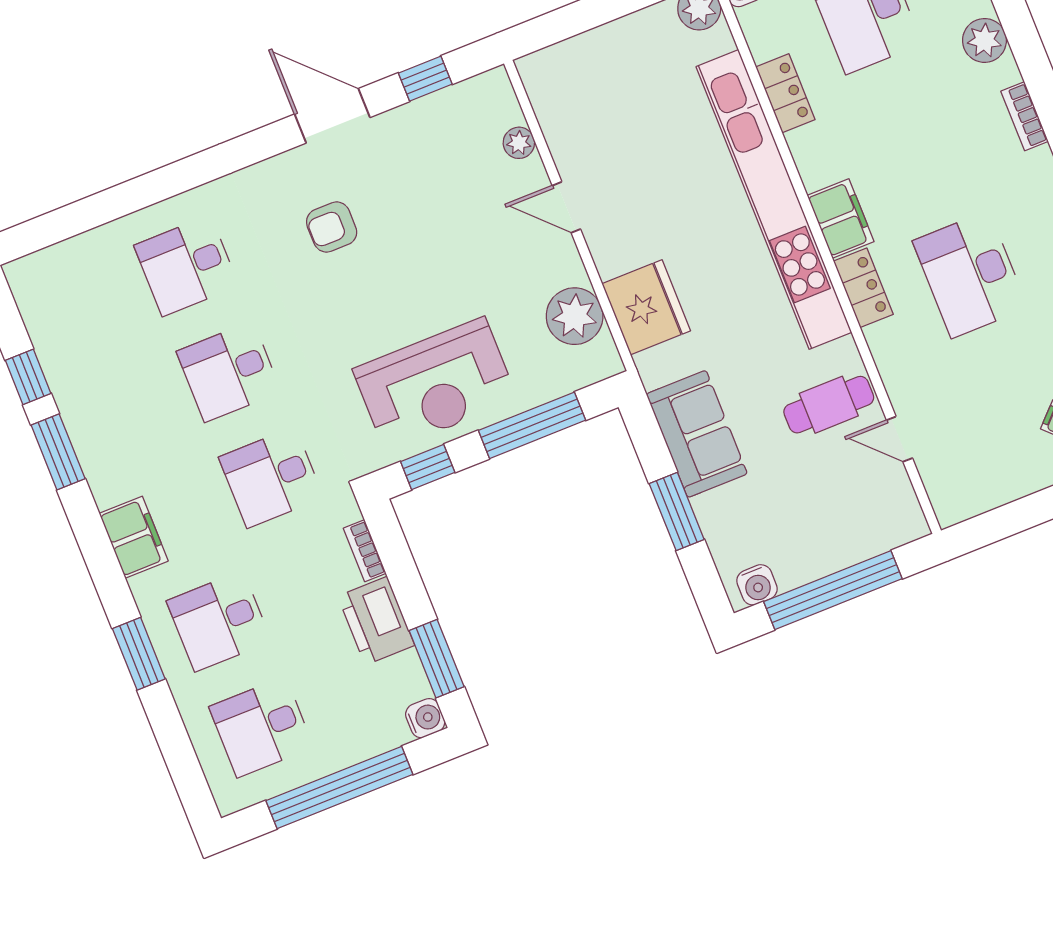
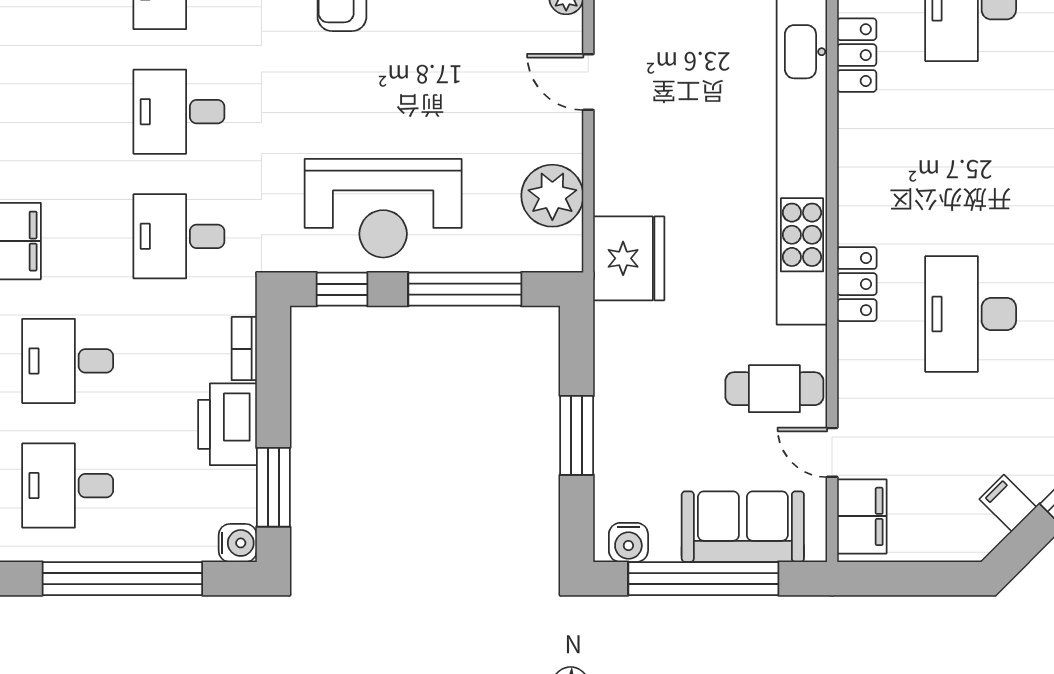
filing cabinet: (841, 218) -> (862, 516), moved
fridge: (646, 307) -> (629, 258), moved
sofa: (697, 434) -> (743, 527), moved, turned -90

